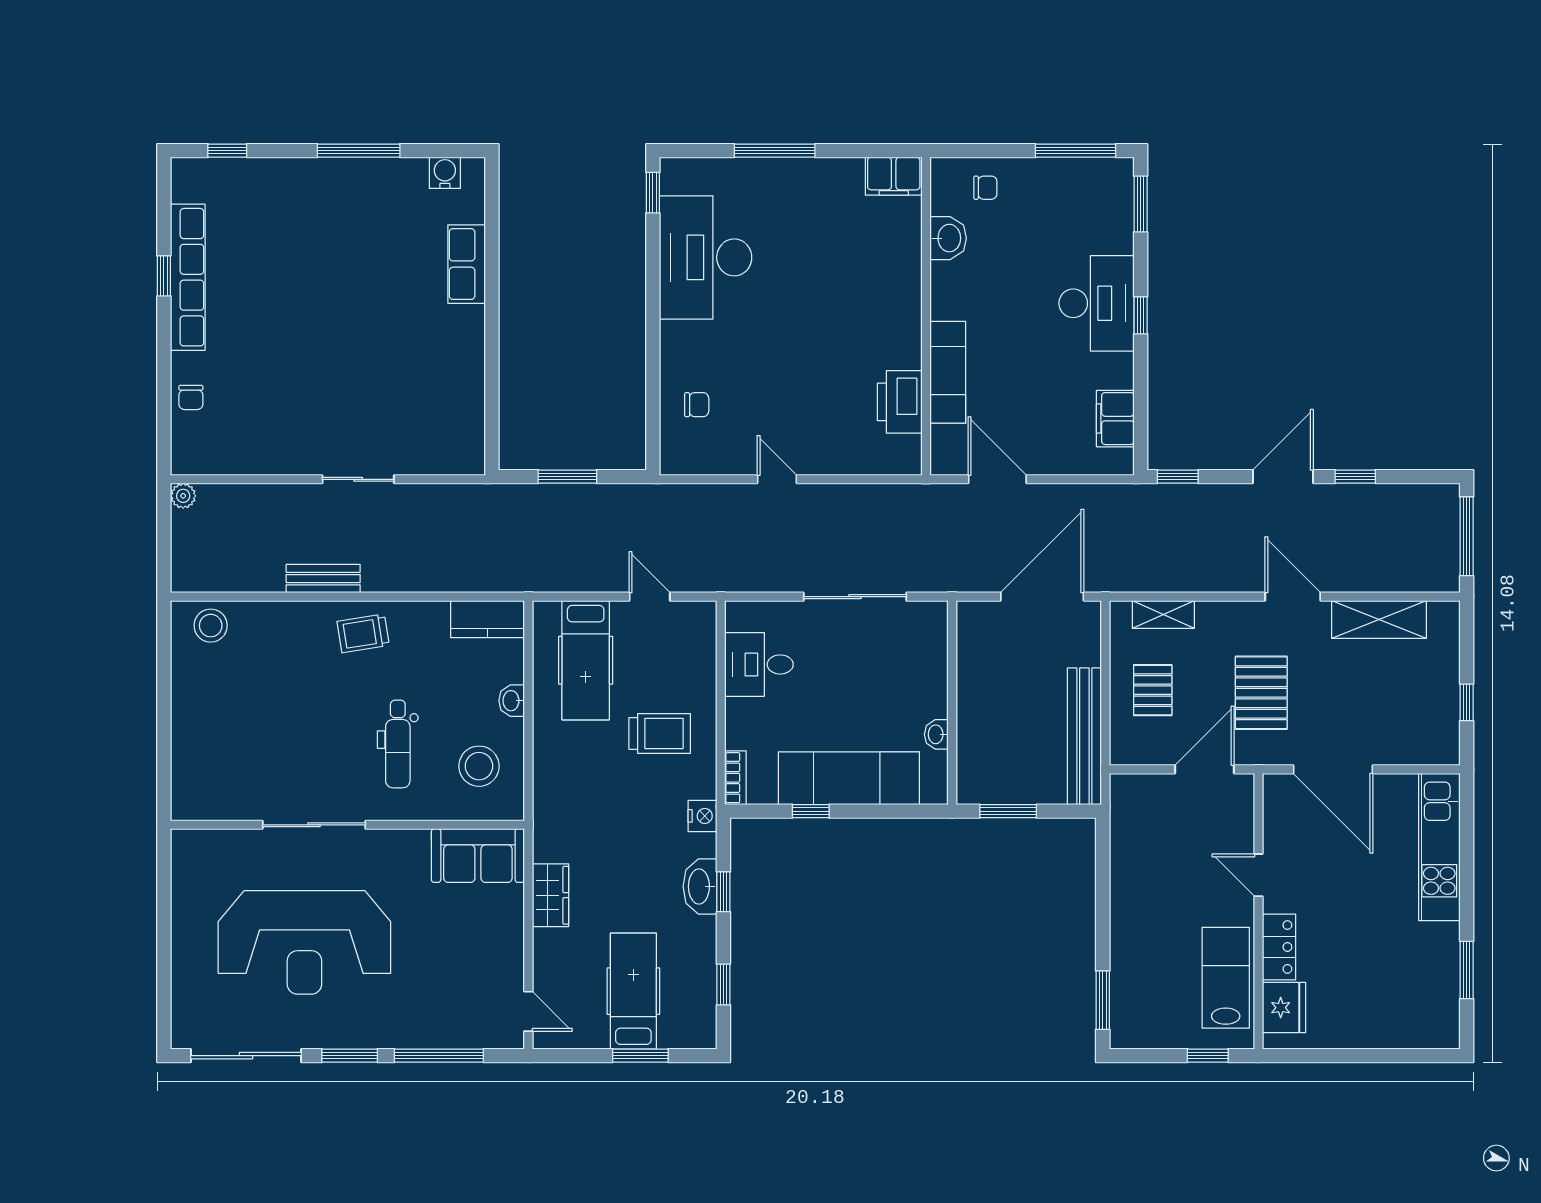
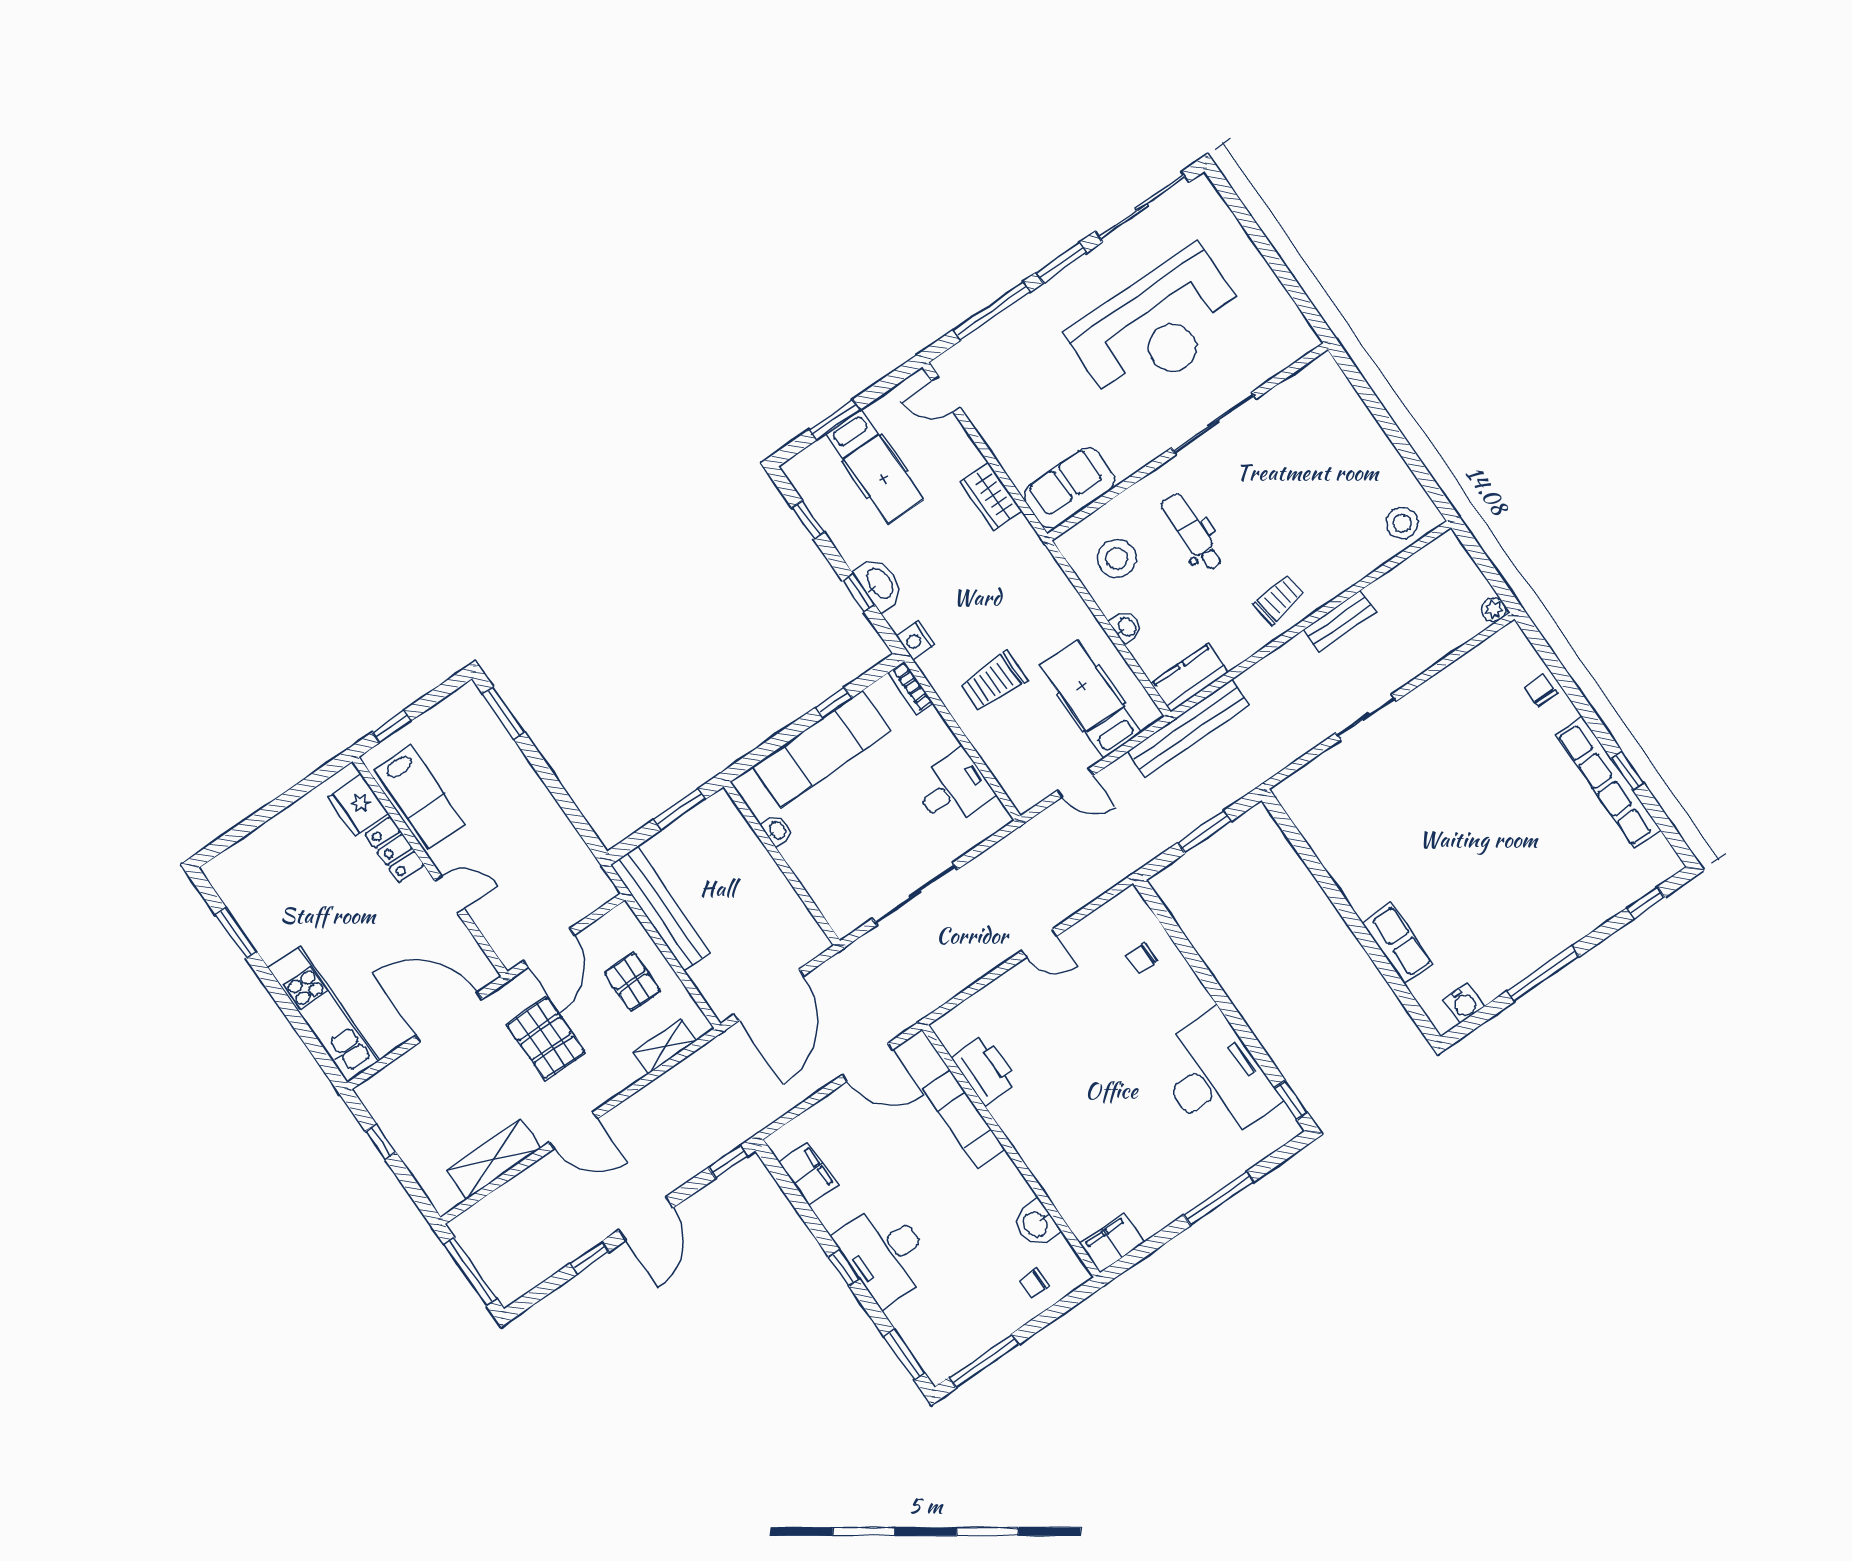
bench: (519, 576) -> (1188, 728), added
reception desk: (304, 942) -> (1158, 327), turned 180

